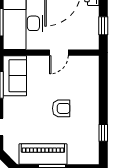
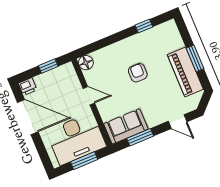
floor lamp: (91, 63) -> (86, 63), added

